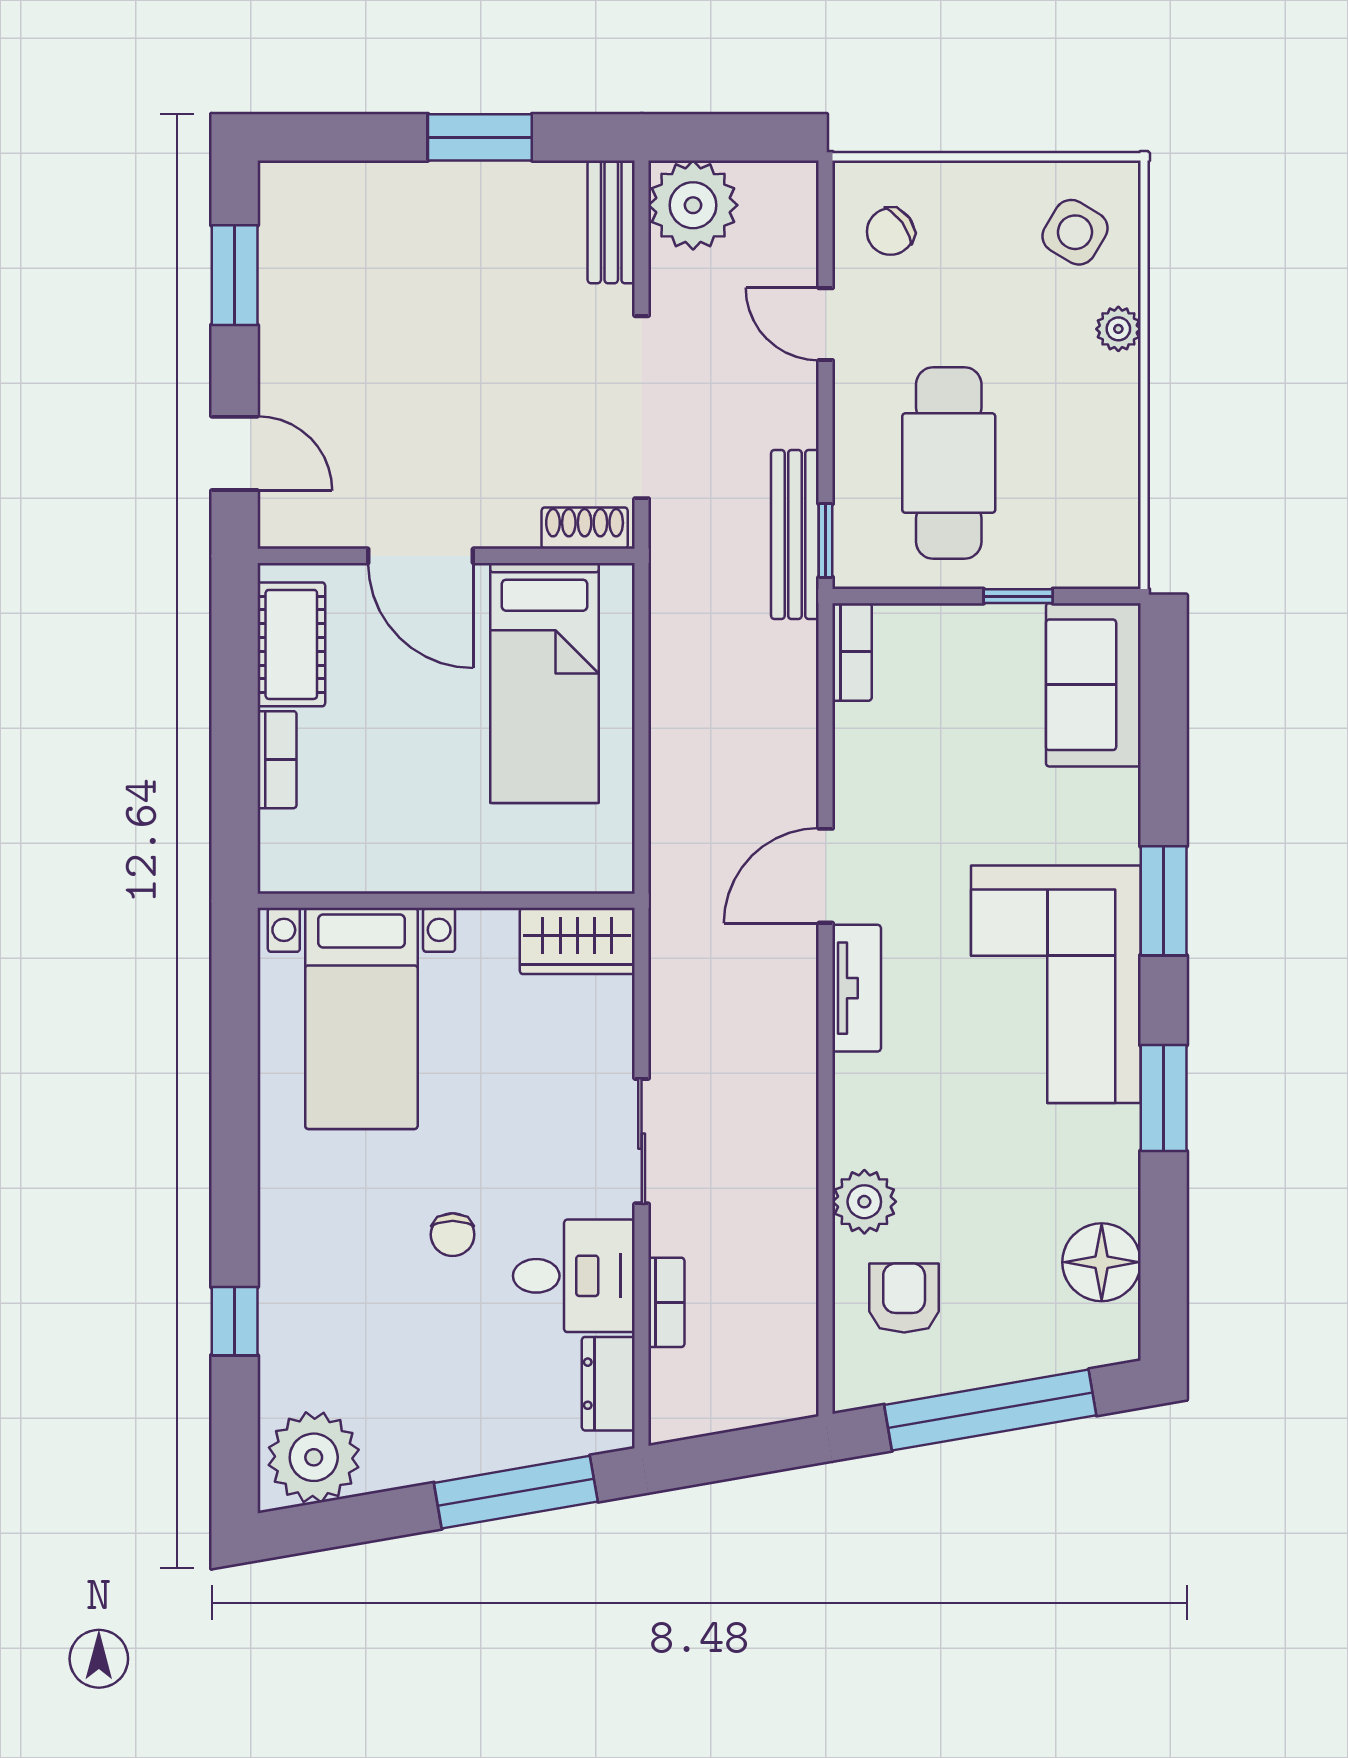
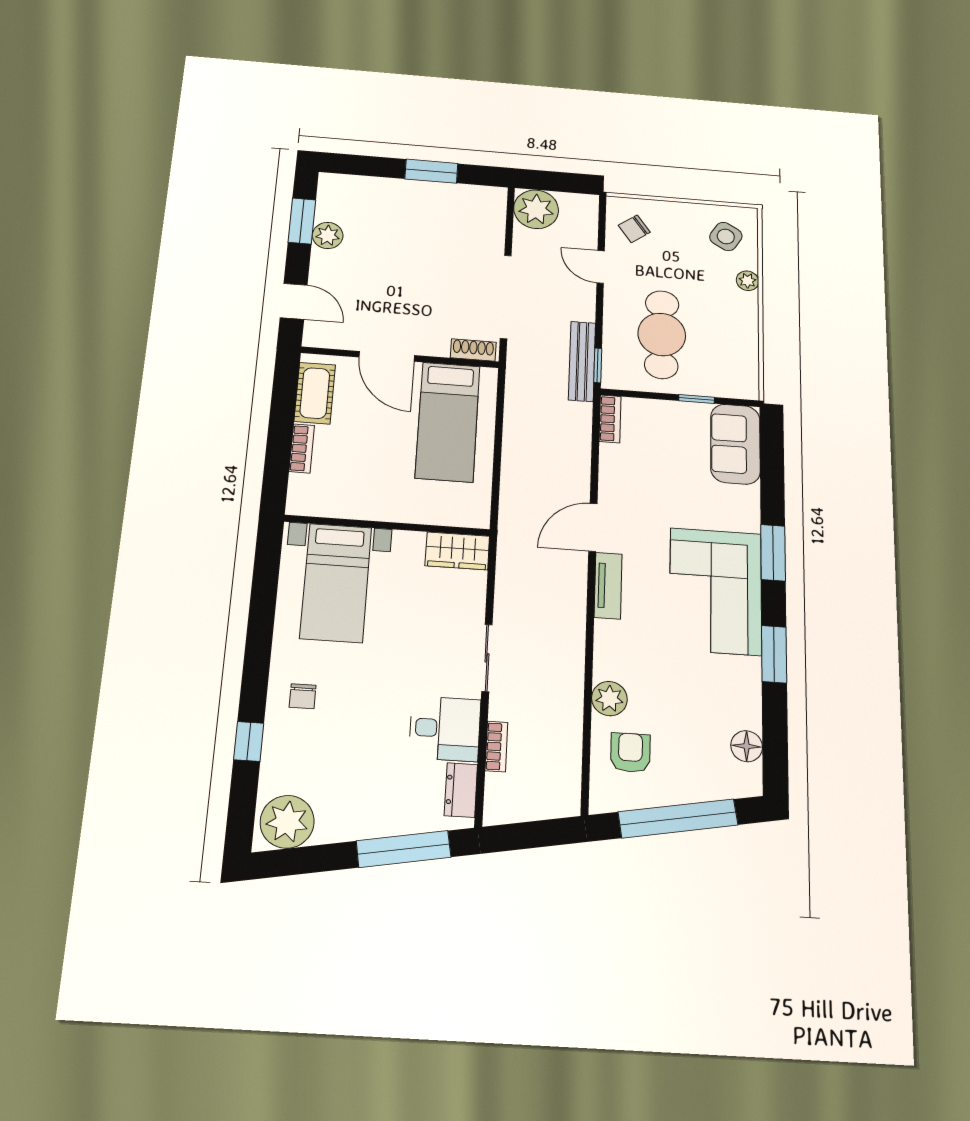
bench: (611, 222) -> (495, 213), removed
plant: (287, 303) -> (328, 235), added
chair: (453, 1235) -> (303, 696), moved
floor lamp: (1102, 1262) -> (747, 746), width x0.73, depth x0.73

